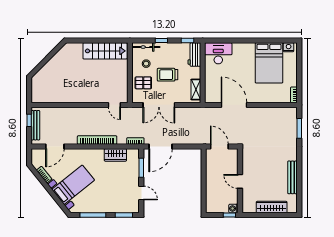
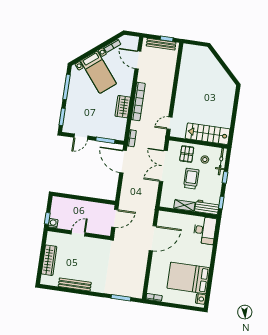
stairs: (105, 51) -> (208, 134), moved, turned 90
shelving: (196, 89) -> (184, 205), moved
wardrobe: (115, 155) -> (123, 107), moved

